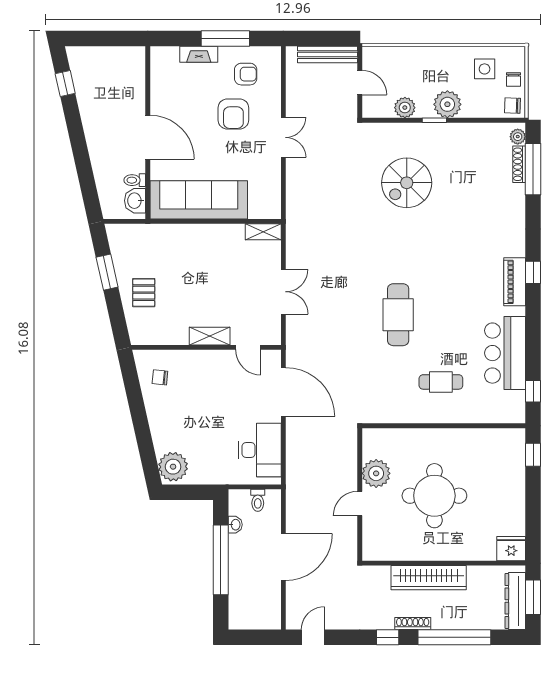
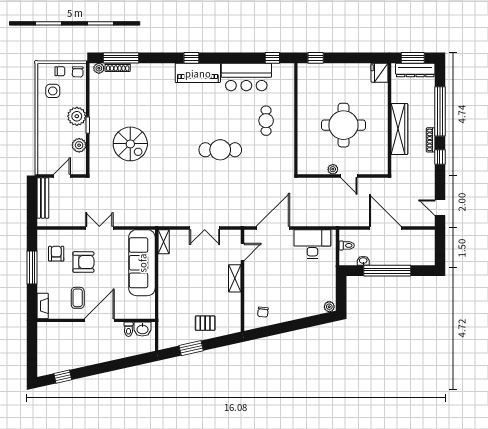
fireplace: (199, 54) -> (43, 306), moved
coffee table: (181, 106) -> (78, 298), added
sofa: (199, 200) -> (142, 263), moved
piano: (515, 282) -> (198, 73), width x1.37, depth x1.33
double door: (283, 292) -> (205, 228), swing flipped
plant: (173, 467) -> (329, 307), width x0.53, depth x0.53
plant: (376, 473) -> (333, 169), width x0.53, depth x0.53

